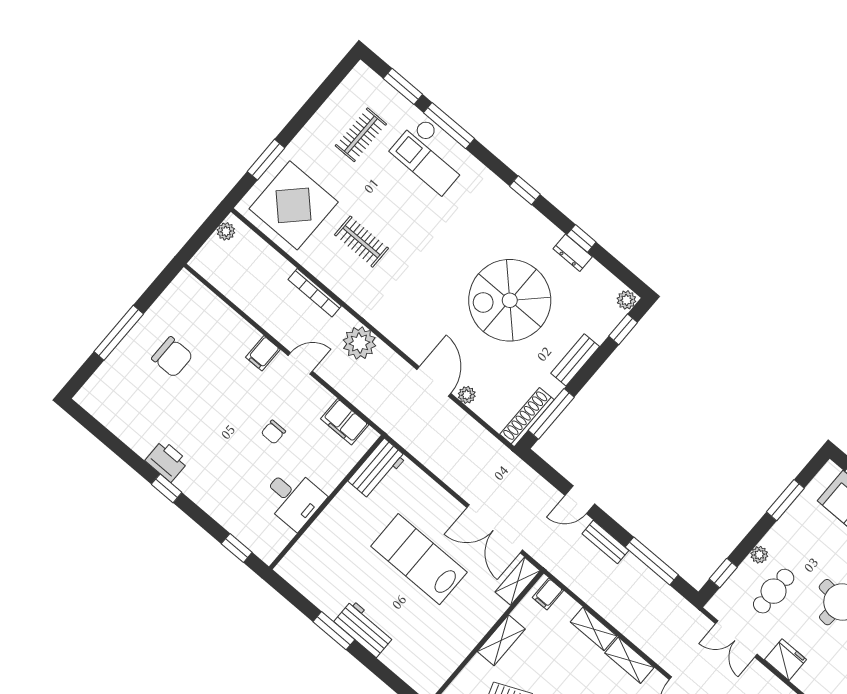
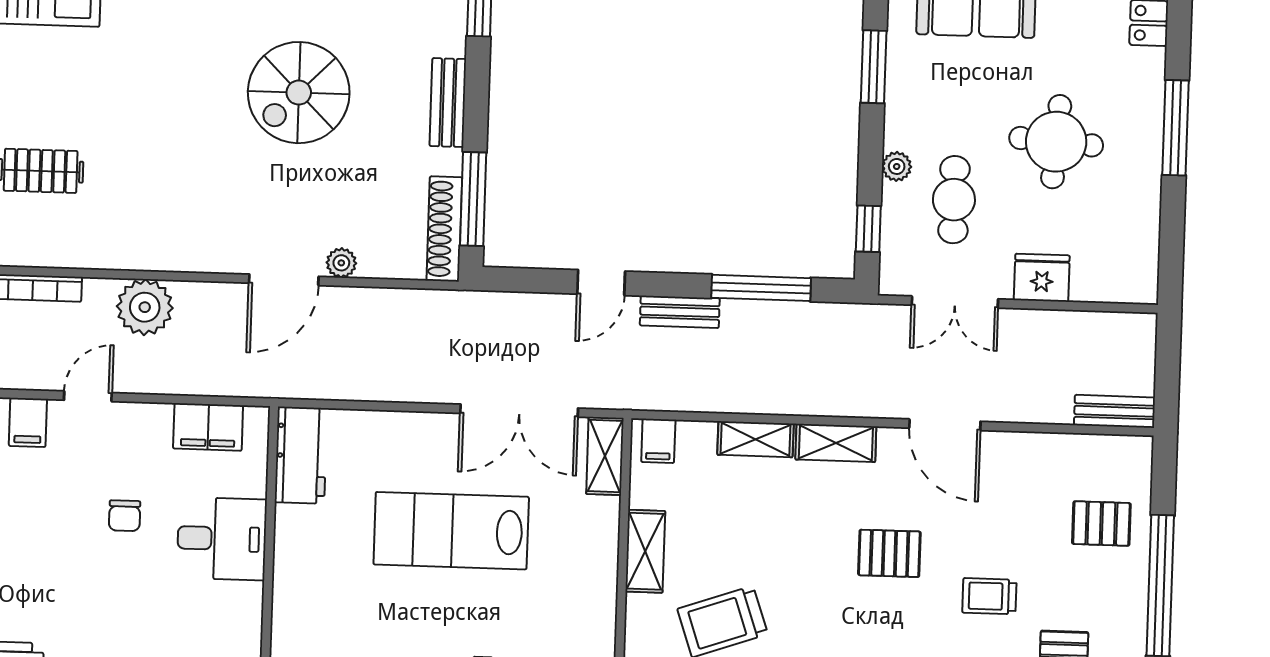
spiral stairs: (510, 300) -> (299, 93), width x0.73, depth x0.73
door: (434, 382) -> (284, 280), swing flipped
desk: (293, 498) -> (222, 539), moved

